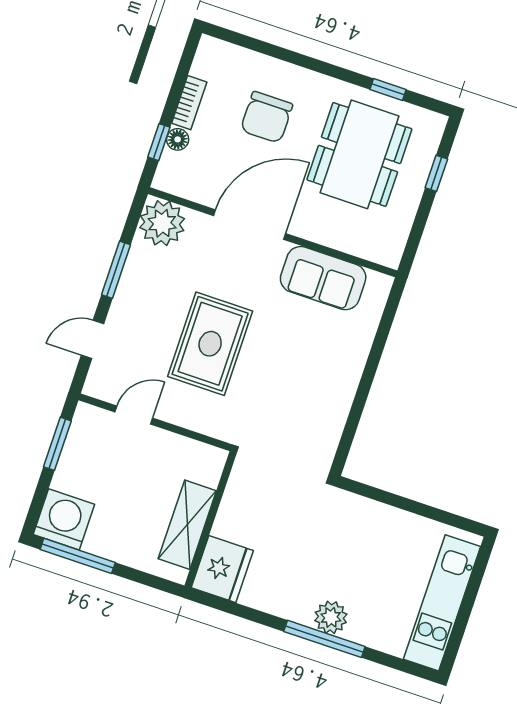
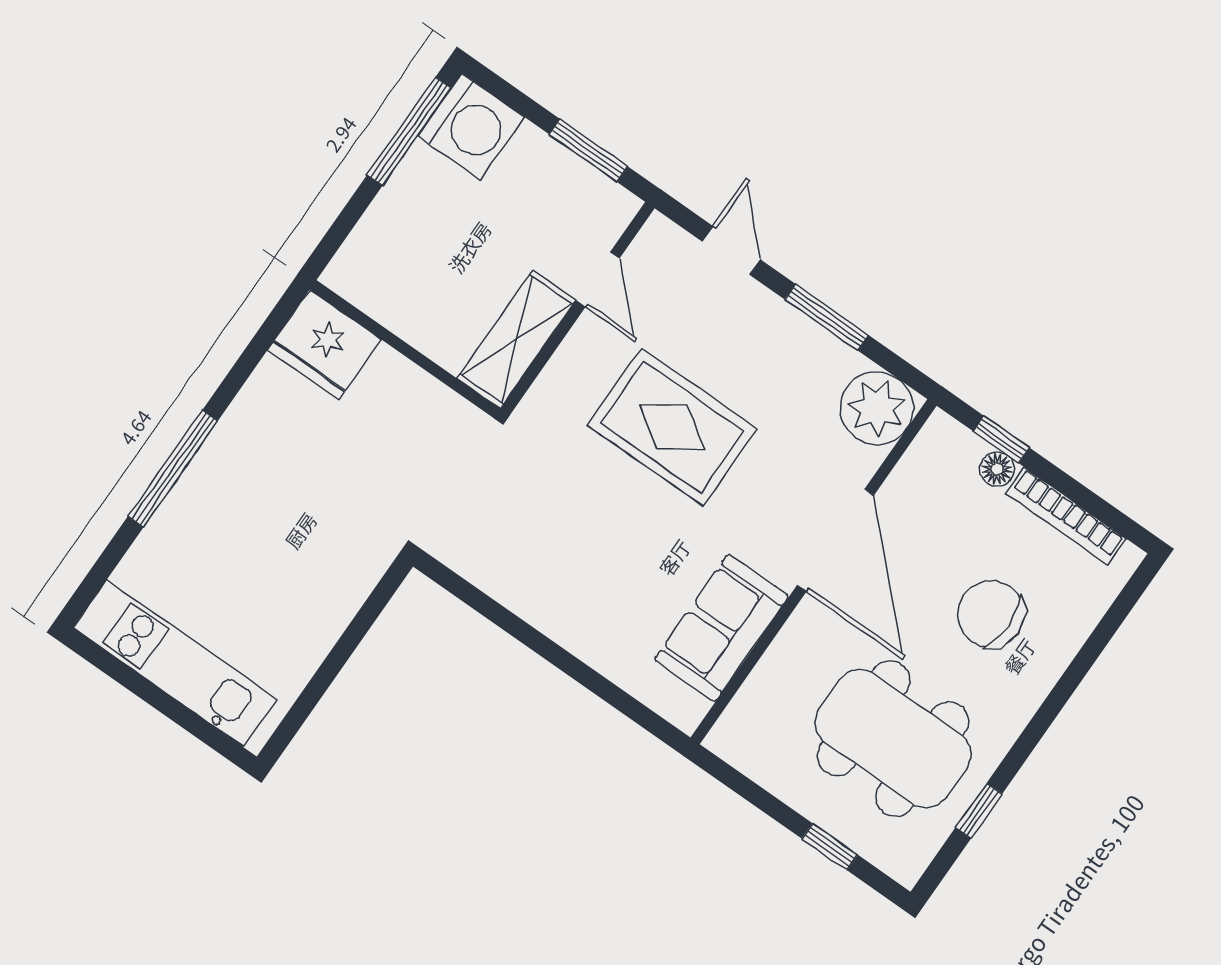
bookcase: (189, 103) -> (1066, 516), width x1.56
shelving: (187, 525) -> (517, 340), moved, turned 90
plant: (331, 617) -> (203, 488), removed

